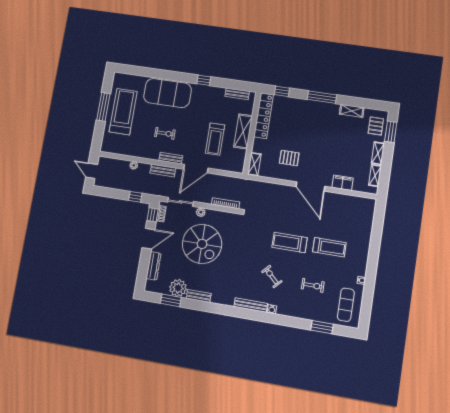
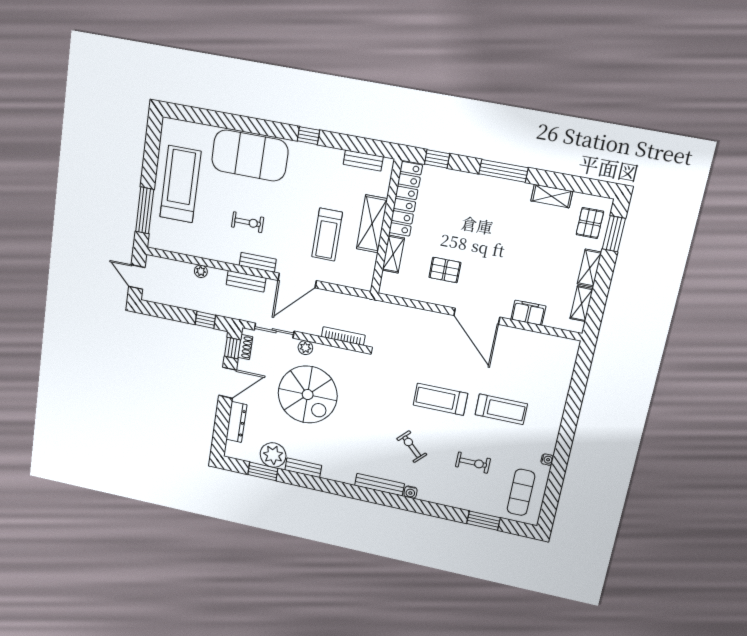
window: (103, 107) -> (145, 210), moved
shelving: (254, 164) -> (393, 254), moved

